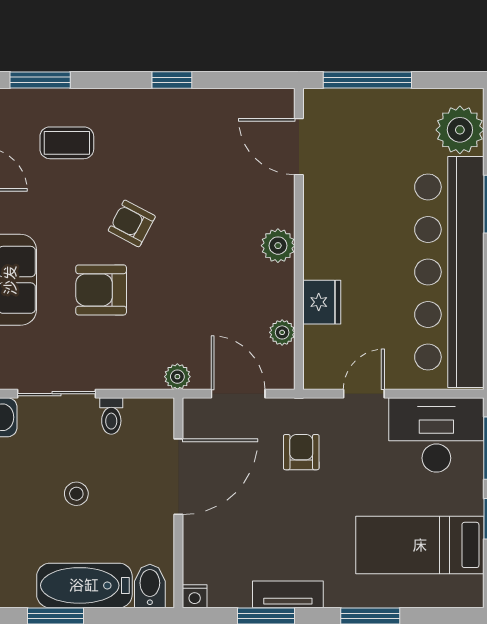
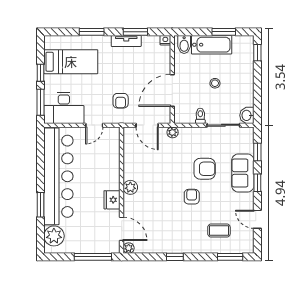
armchair: (132, 223) -> (192, 197), turned -118
fridge: (322, 302) -> (112, 200), moved
plant: (282, 332) -> (129, 248), moved

